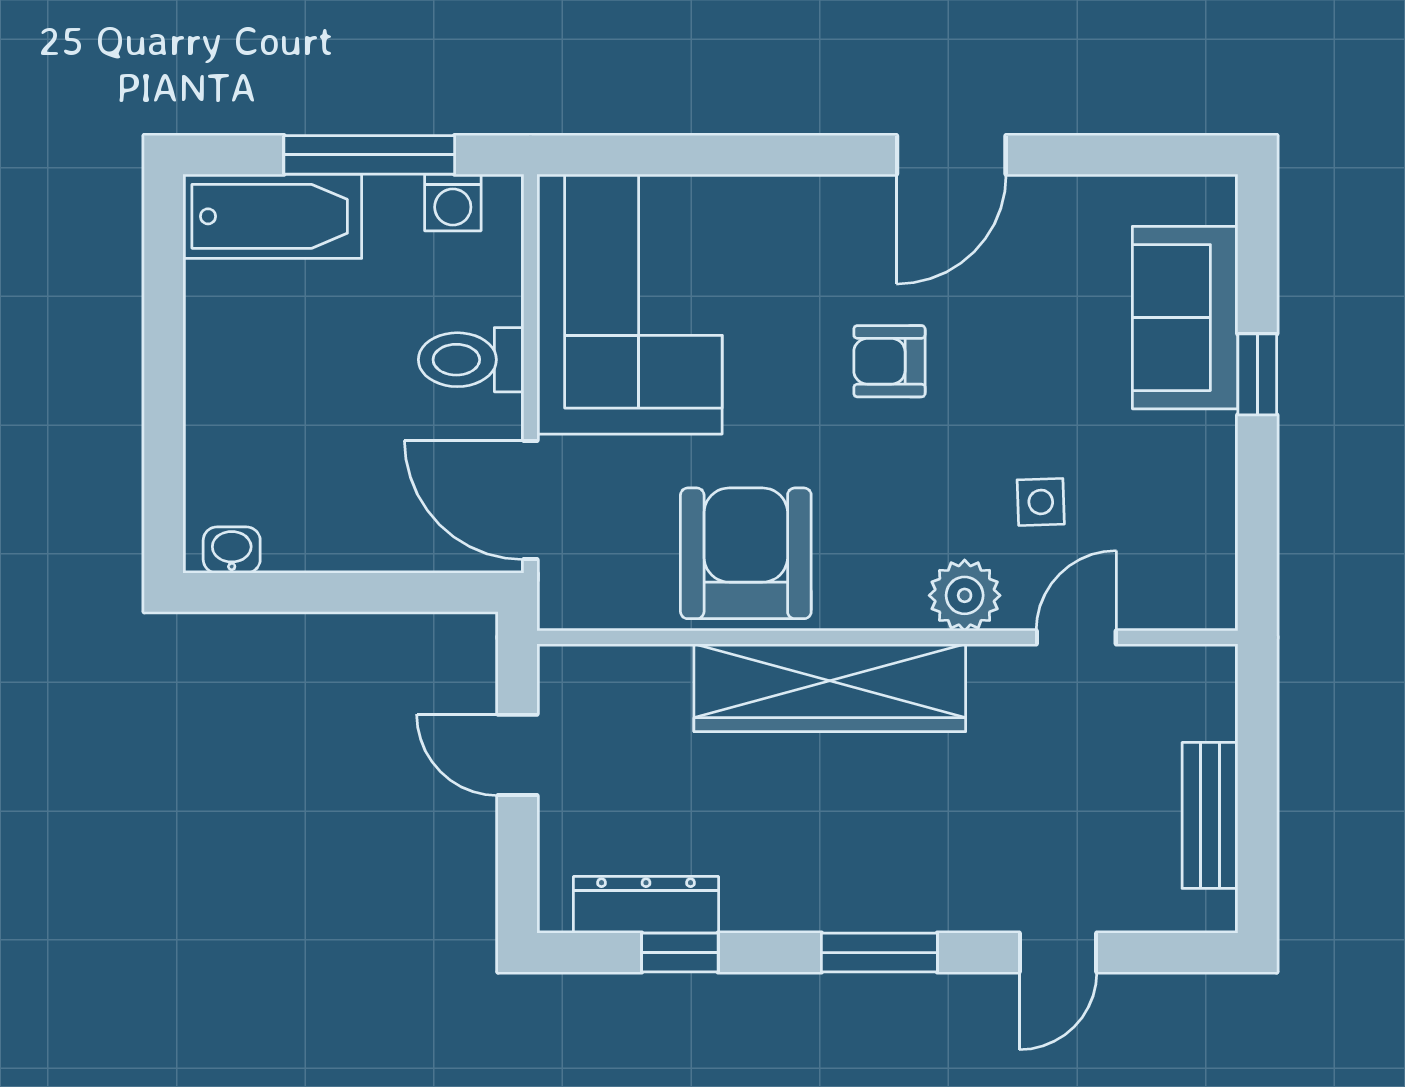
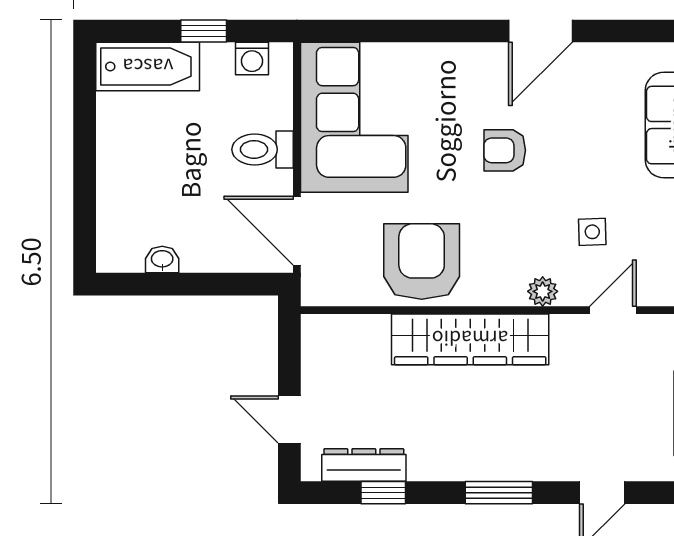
window: (369, 155) -> (204, 31), width x0.46
washbasin: (232, 550) -> (162, 260), moved
plant: (965, 595) -> (543, 291), width x0.73, depth x0.73
door: (517, 755) -> (289, 419), moved

